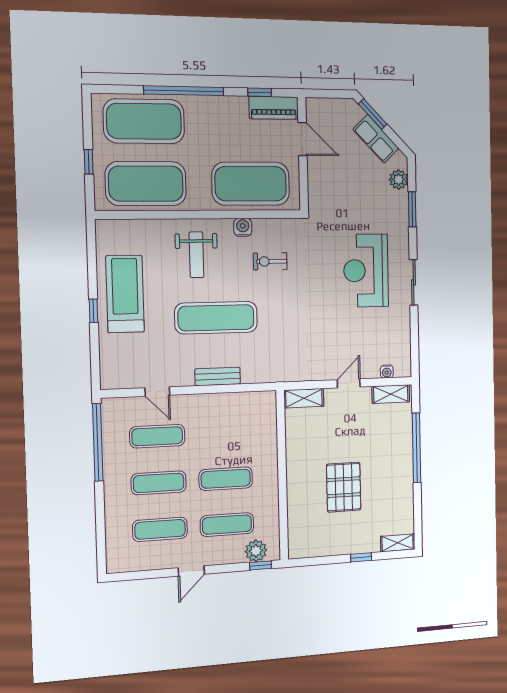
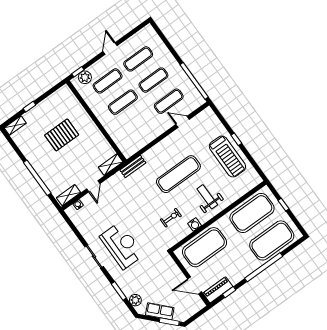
bench: (218, 376) -> (133, 166), moved
pallet: (344, 487) -> (62, 135), turned 90

